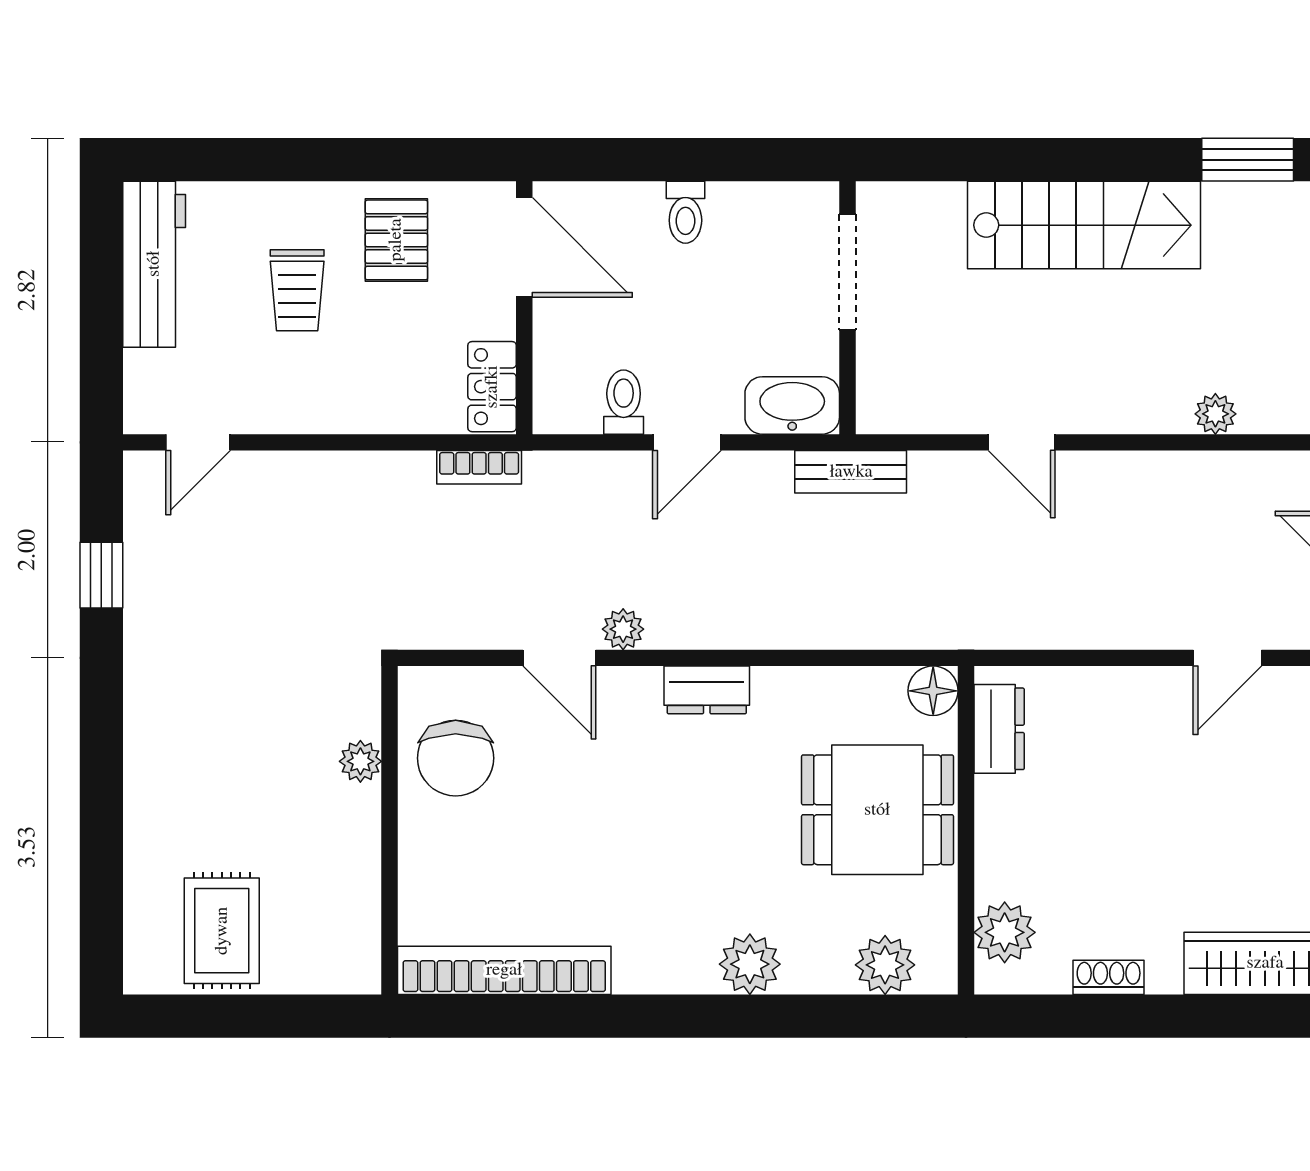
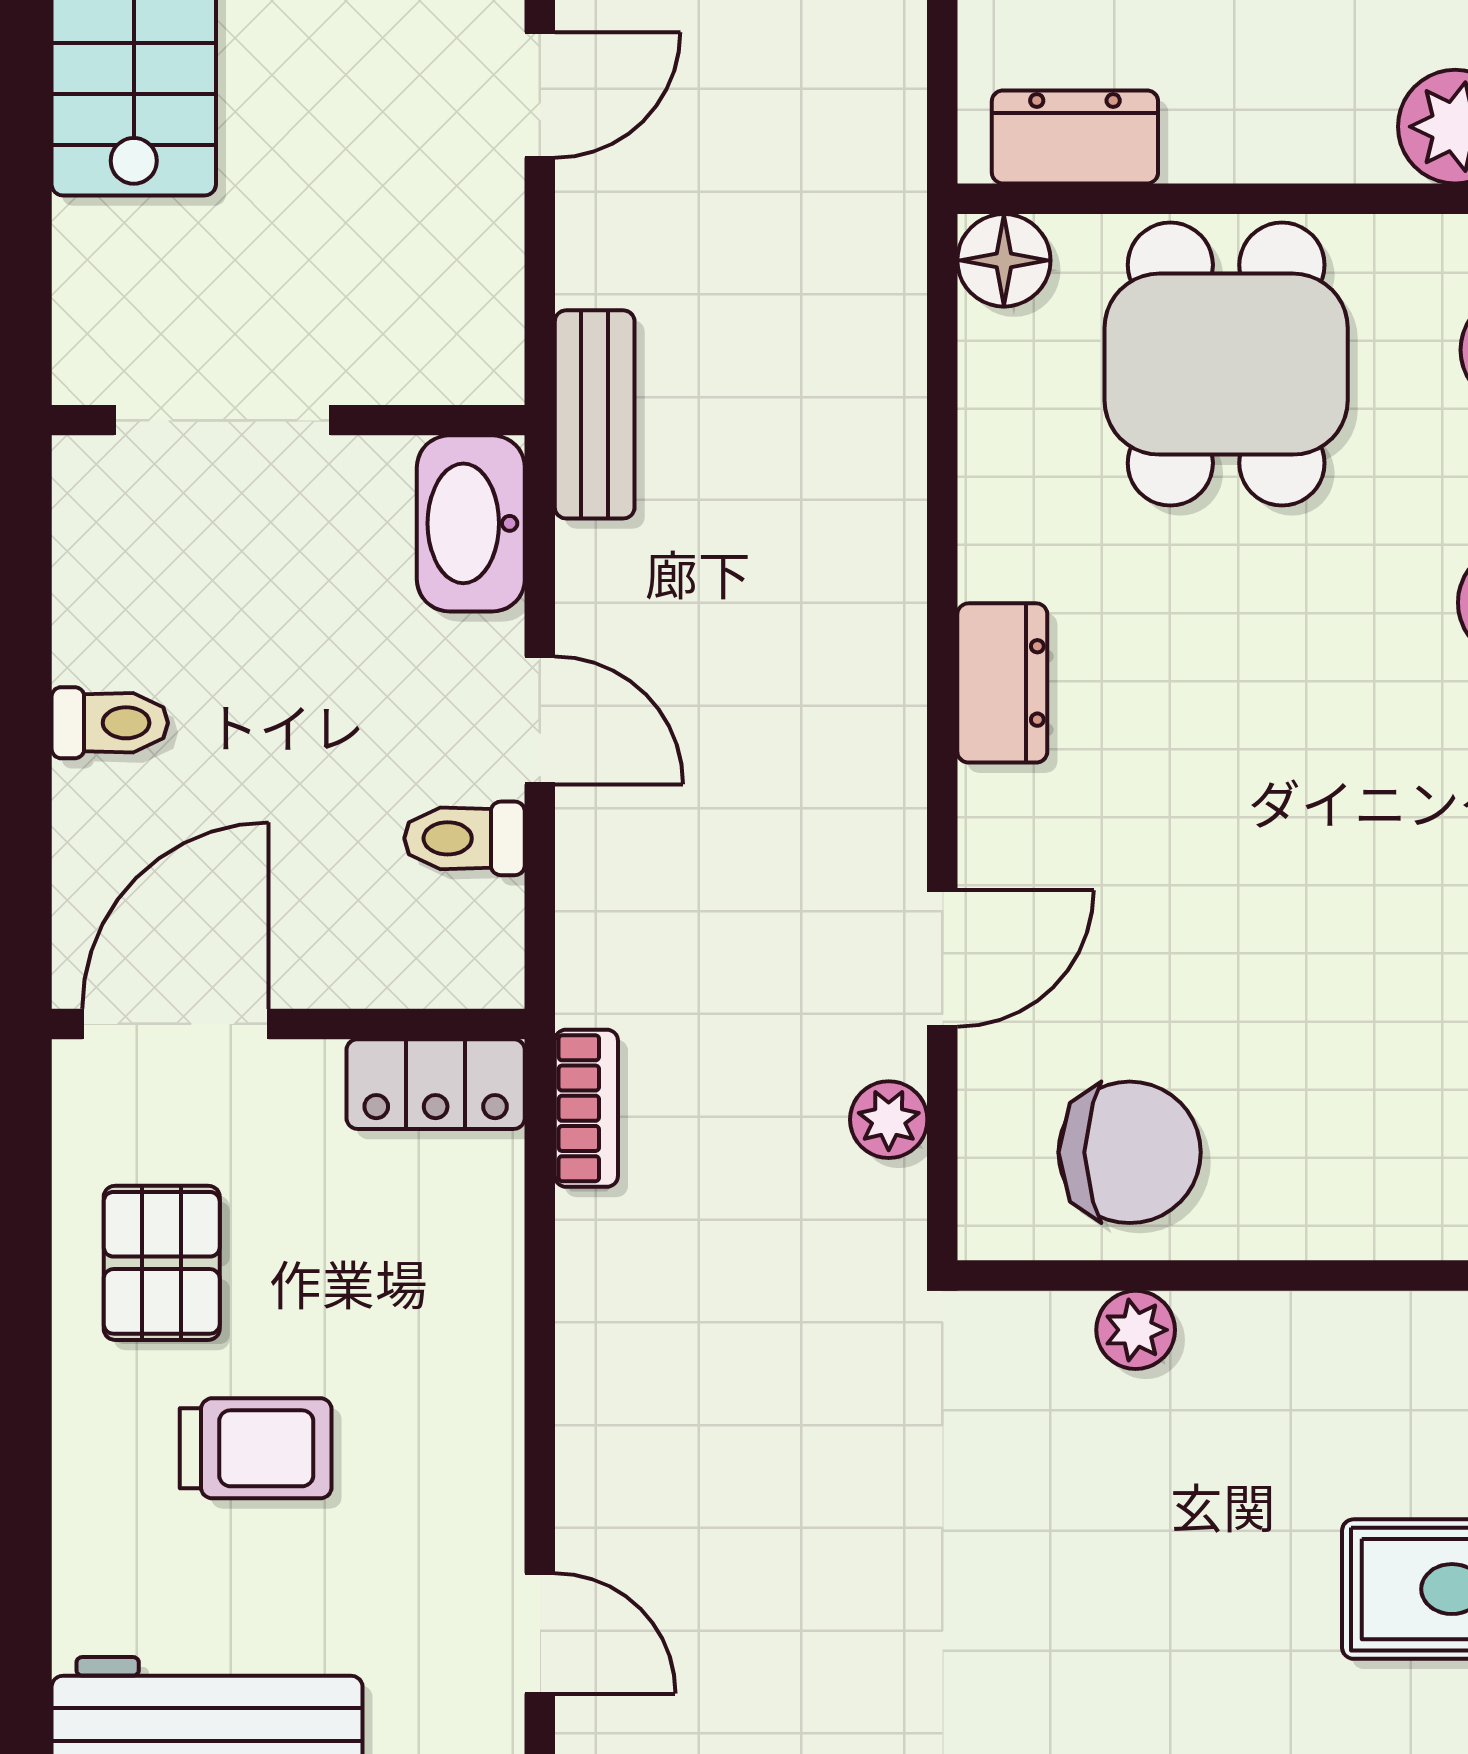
pallet: (396, 240) -> (162, 1263), turned 90
plant: (623, 629) -> (889, 1120), moved

